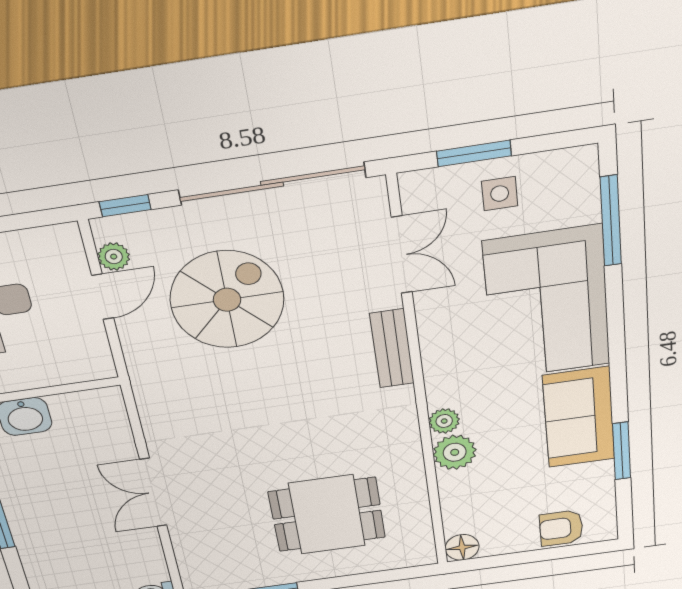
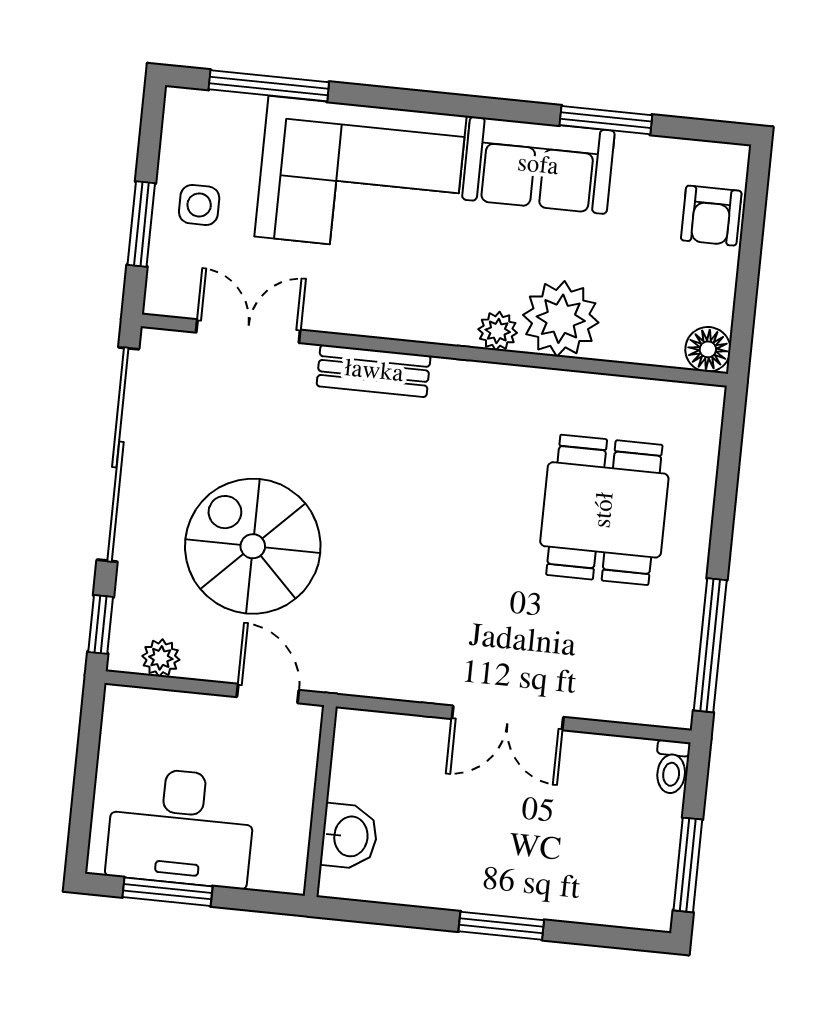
door: (103, 297) -> (268, 694), moved
plant: (455, 452) -> (561, 319), width x1.36, depth x1.36

